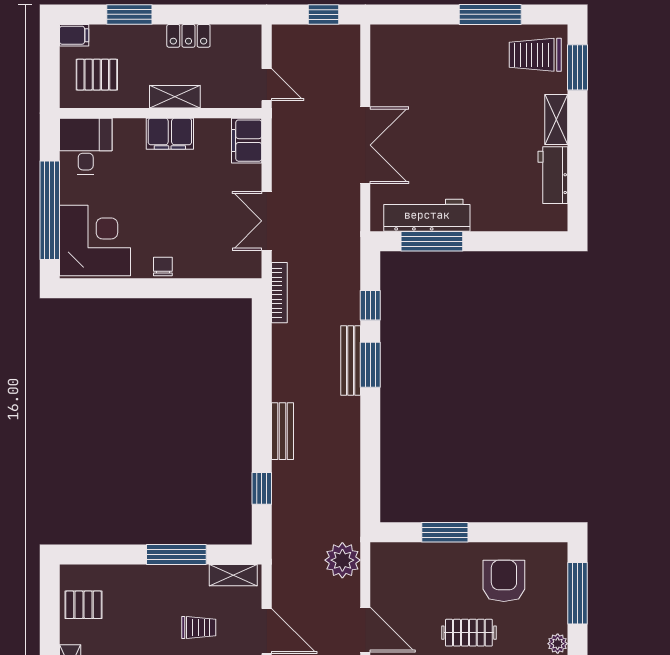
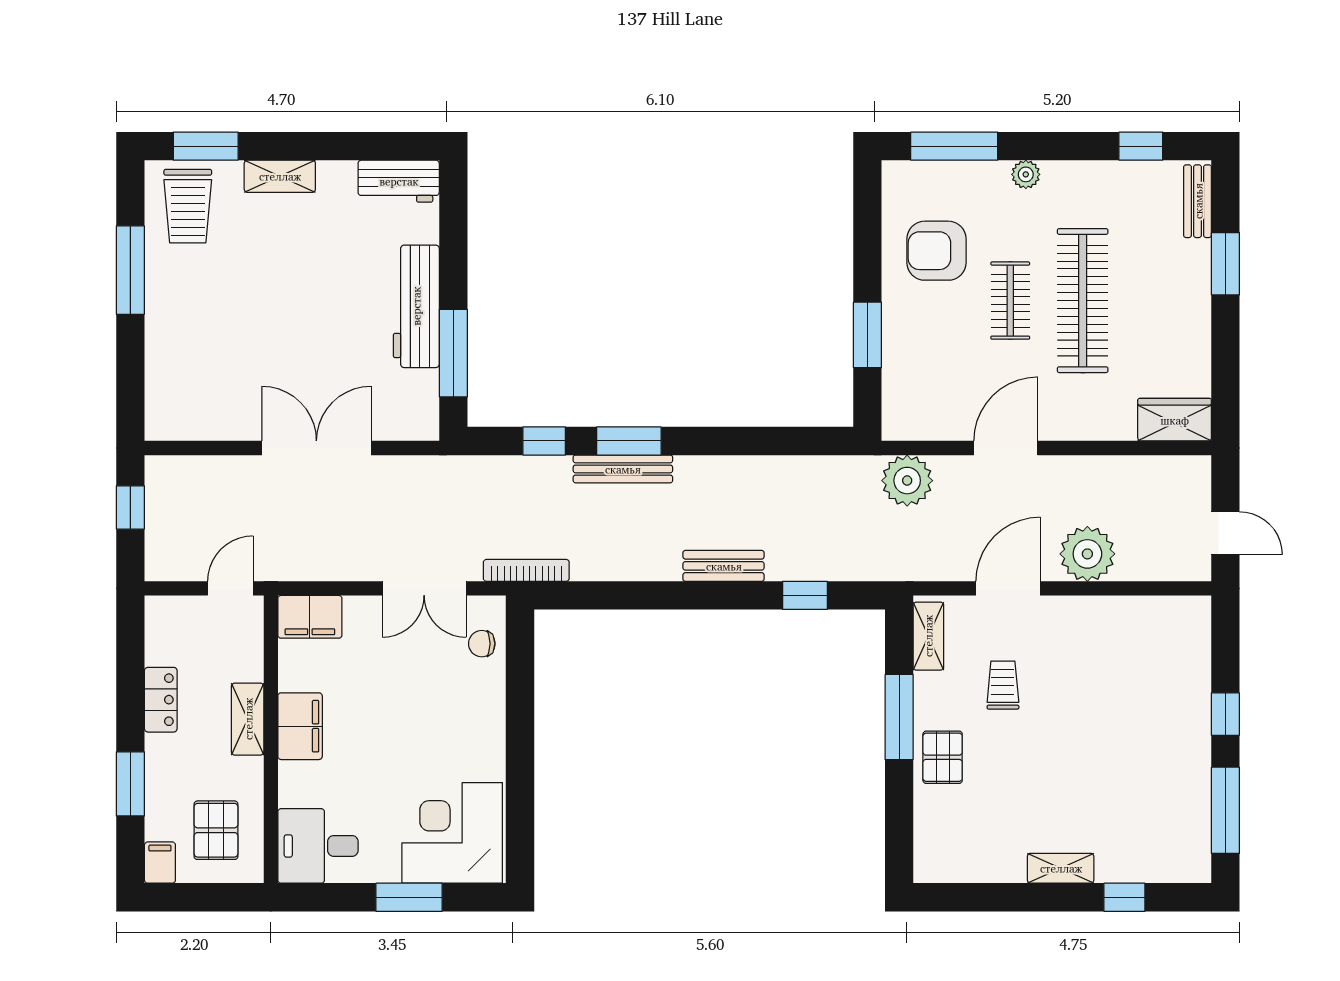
workbench: (553, 175) -> (399, 181), moved
window: (50, 210) -> (409, 897), width x0.47
workbench: (427, 215) -> (416, 306), moved
chair: (163, 266) -> (482, 644), moved
pallet: (84, 605) -> (943, 757), moved

